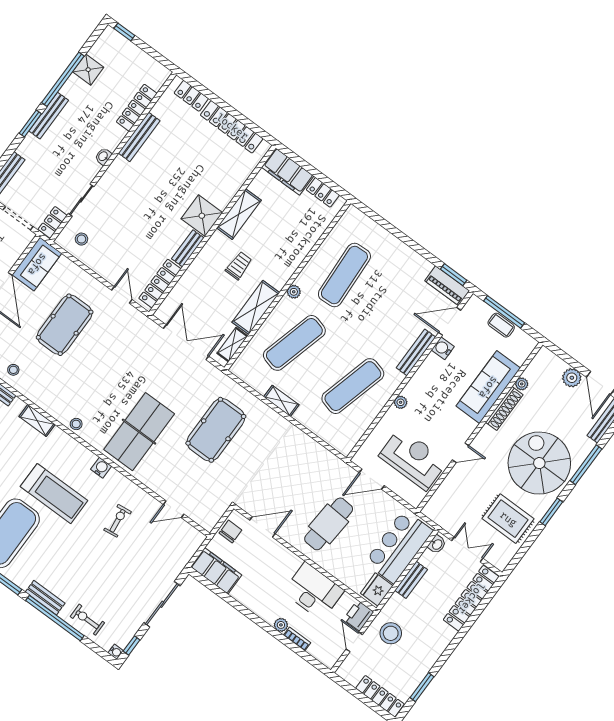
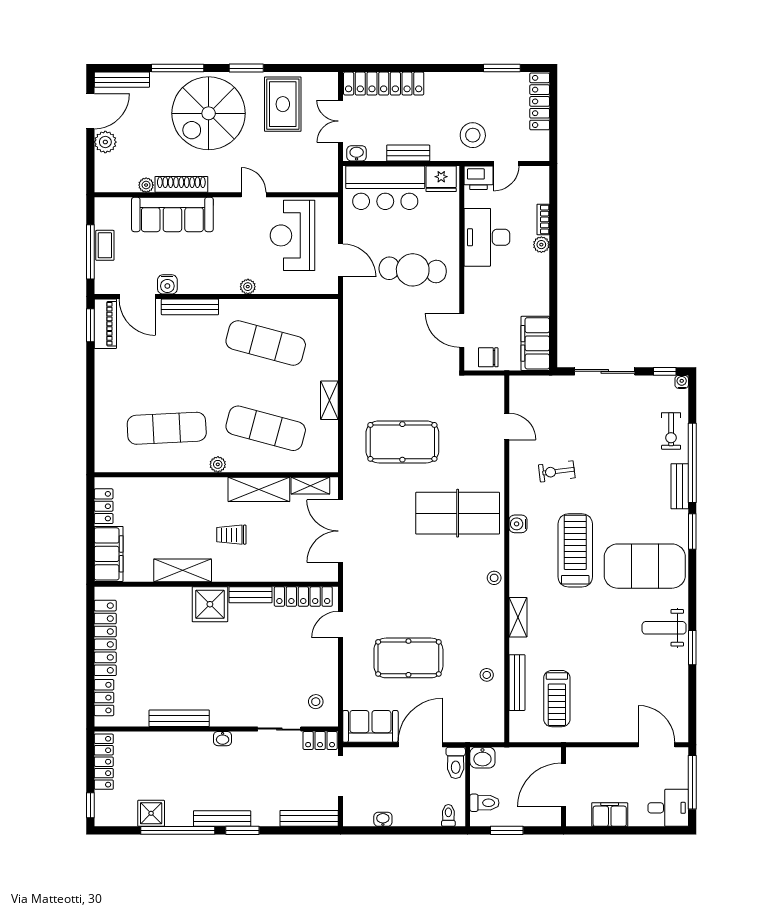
locker: (137, 108) -> (104, 762), moved, turned -90

